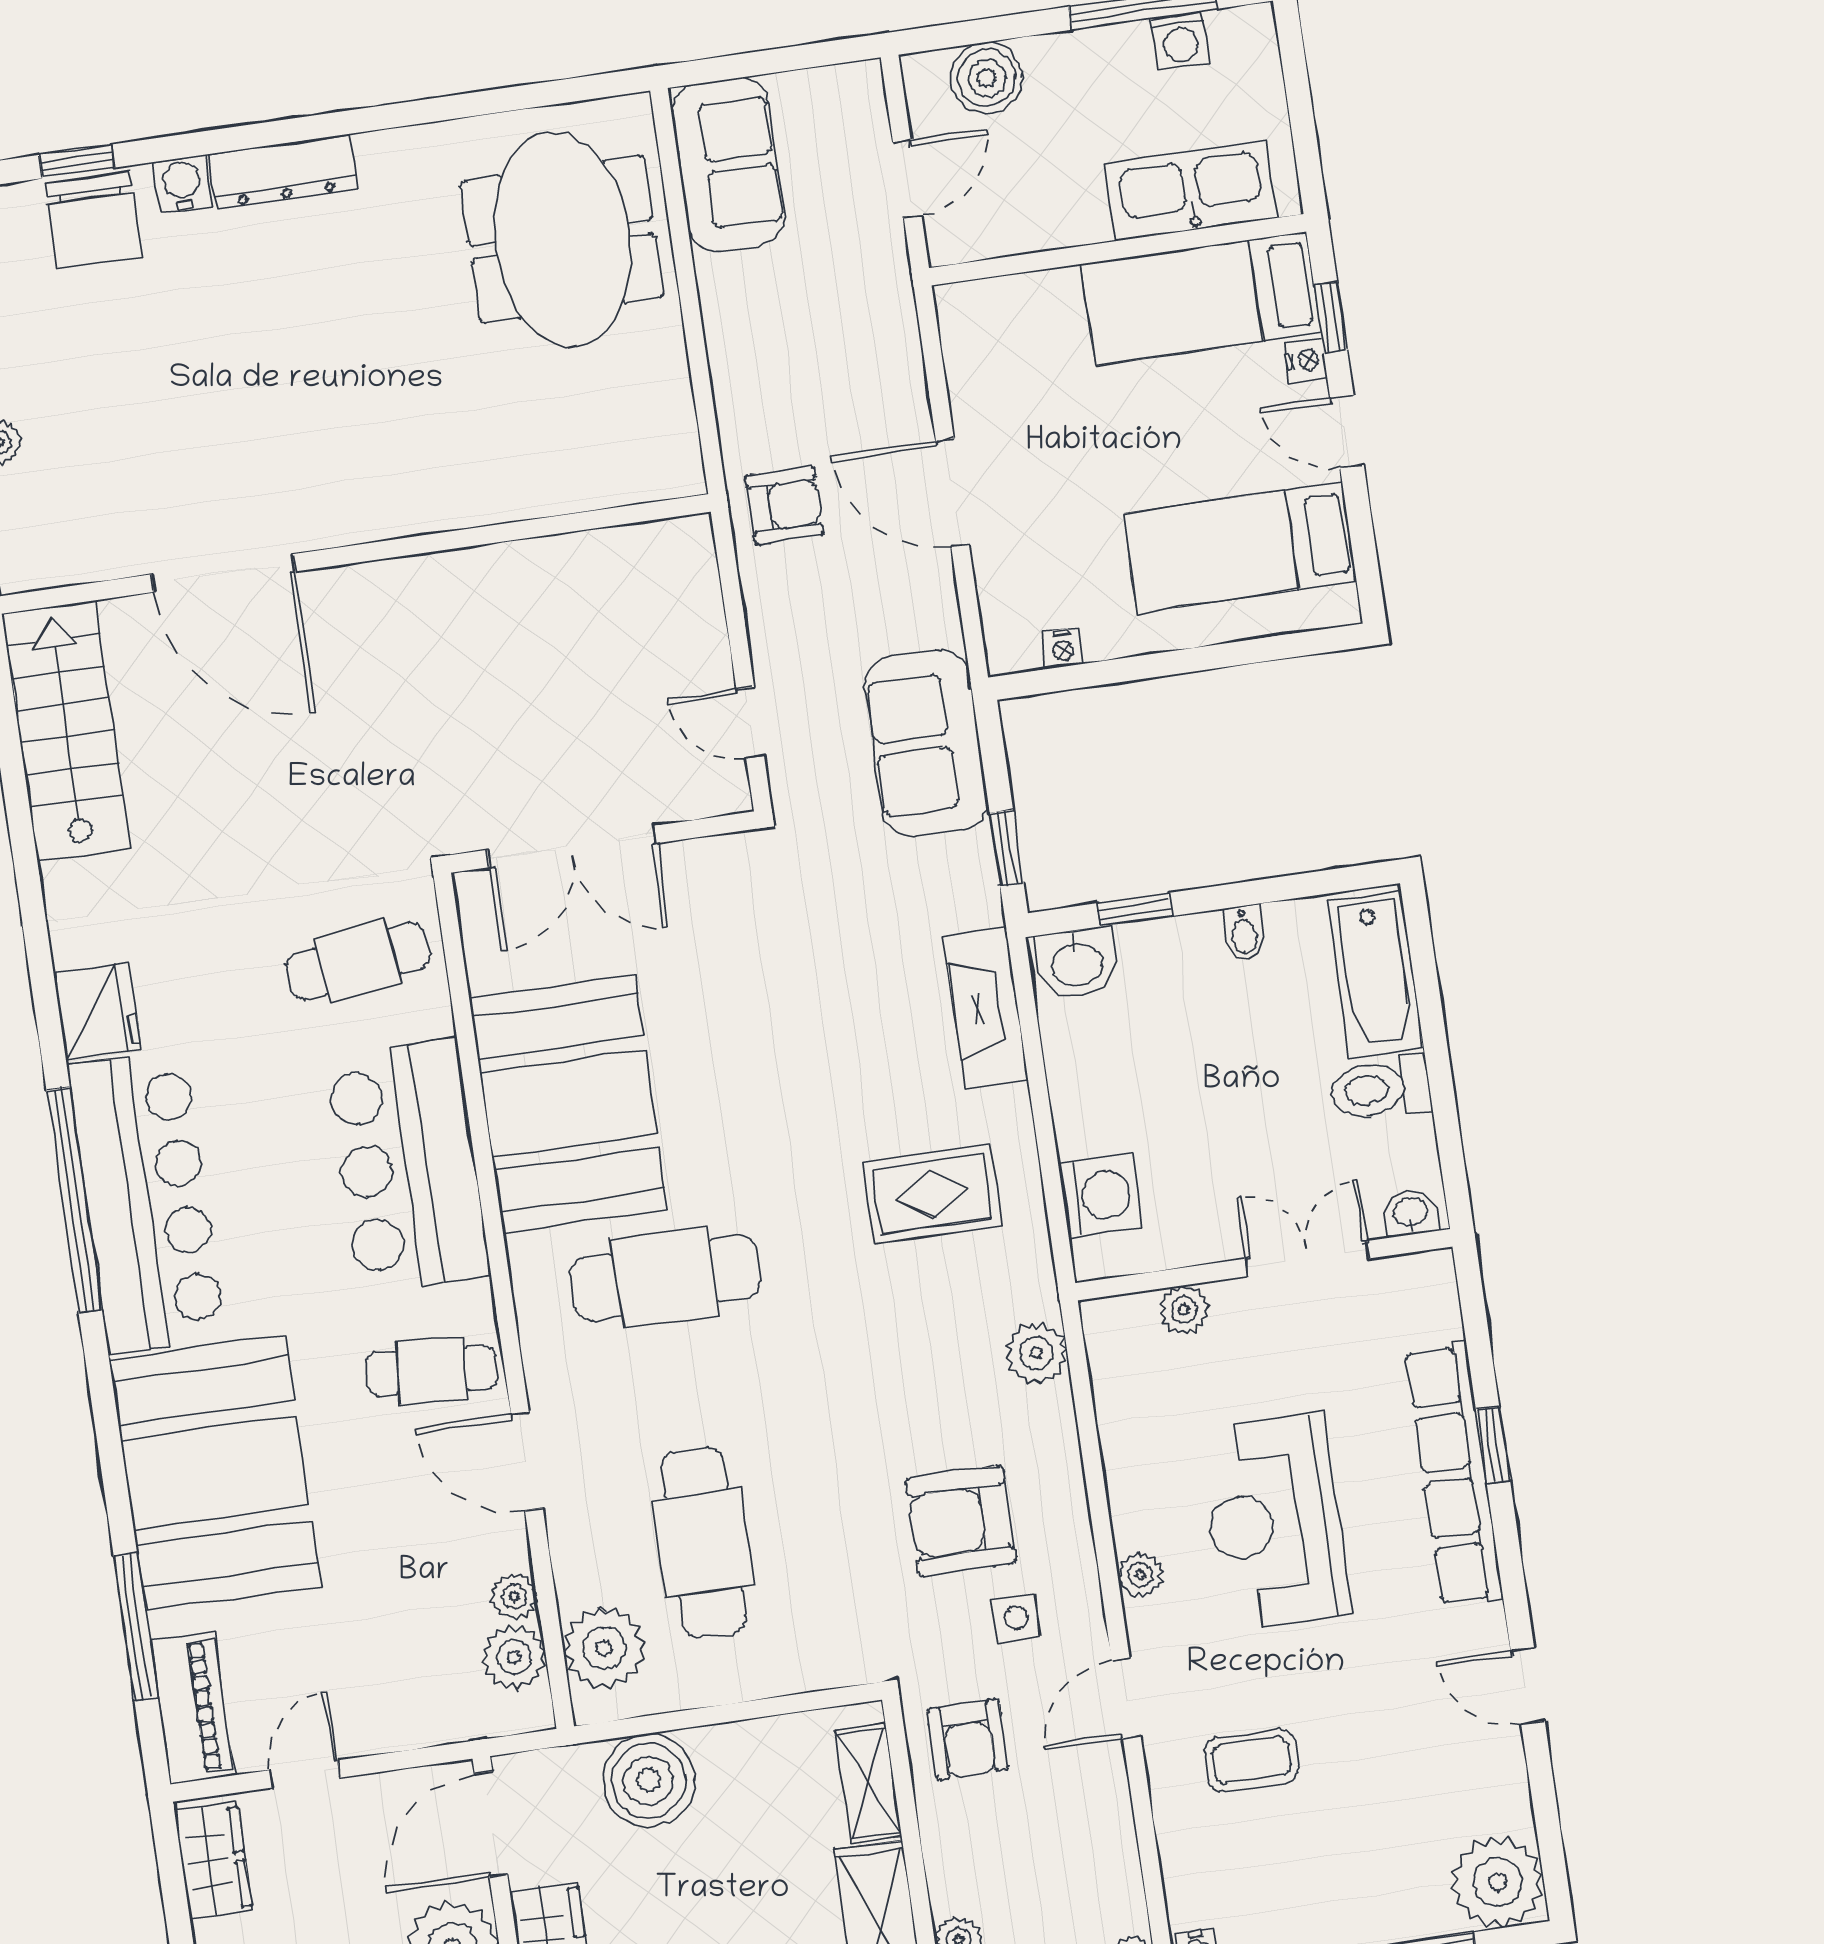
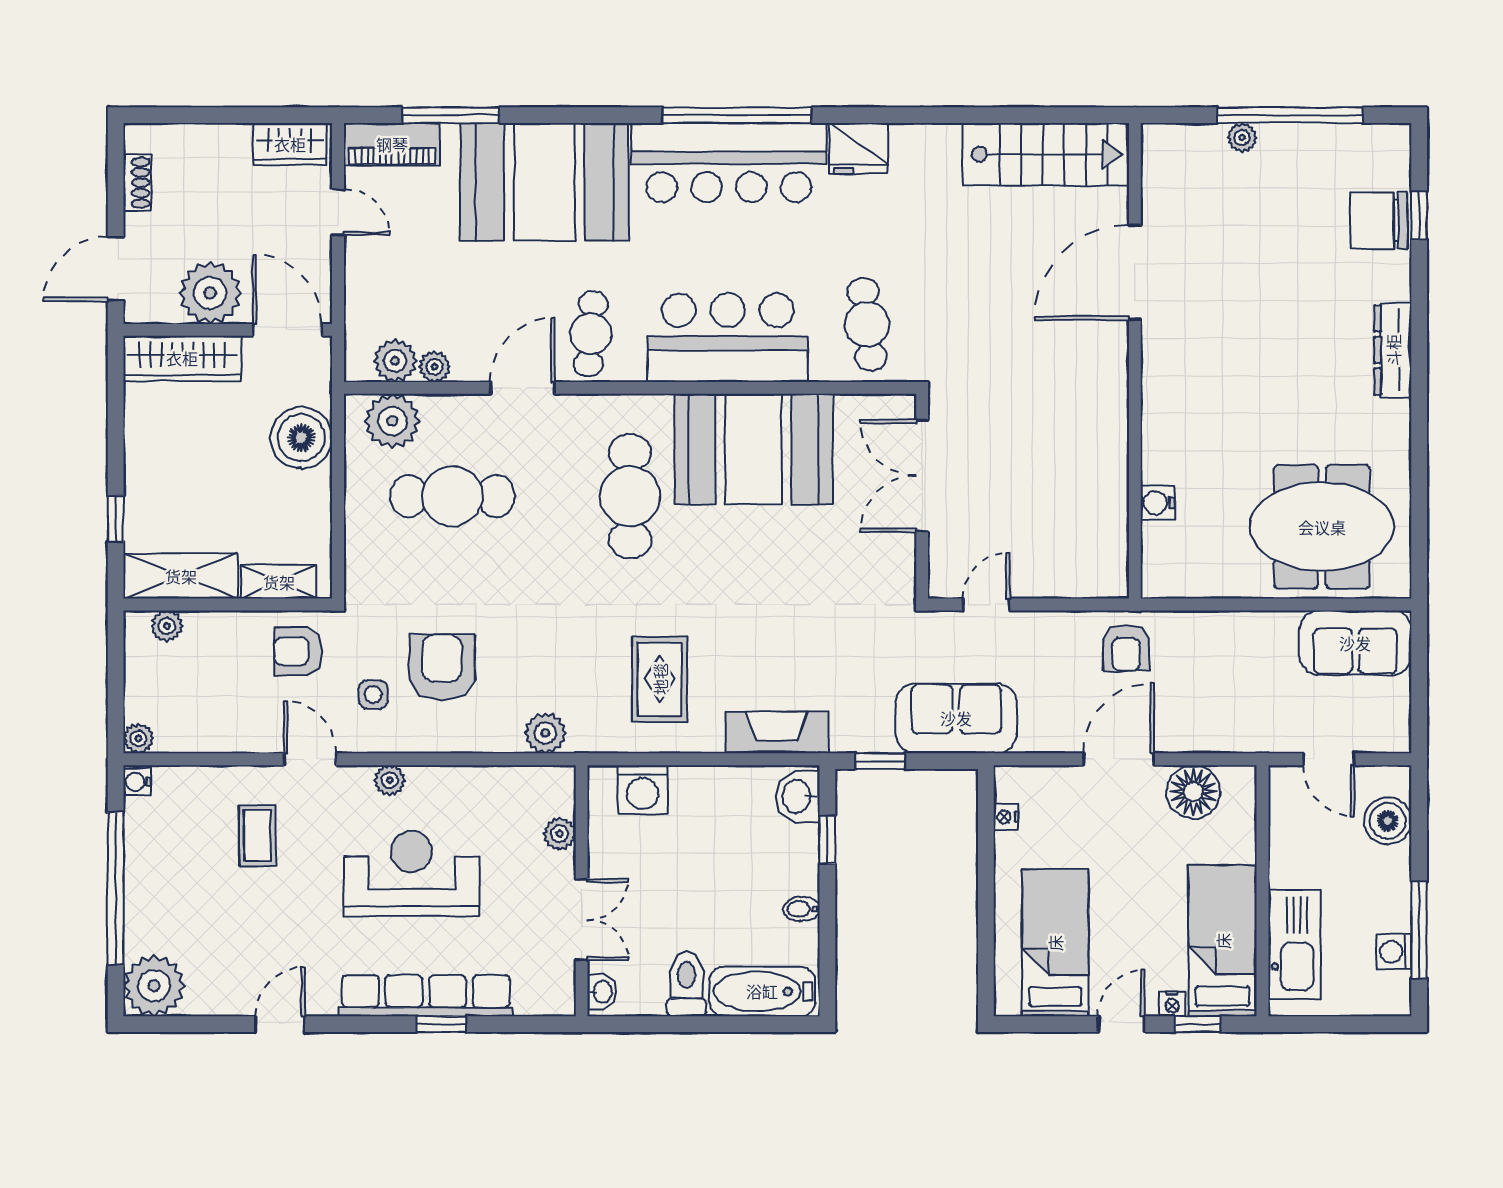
water cooler: (182, 184) -> (1158, 503), moved, turned 180
floor lamp: (985, 374) -> (1193, 792), added

